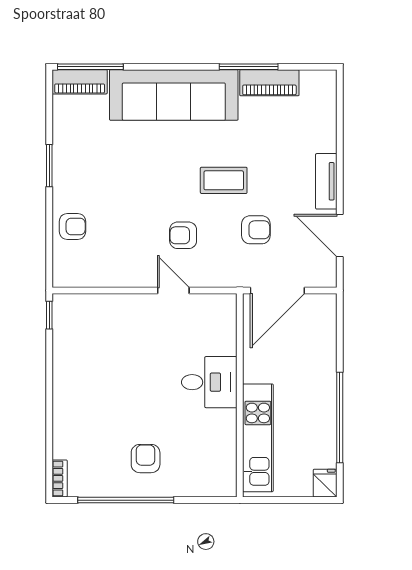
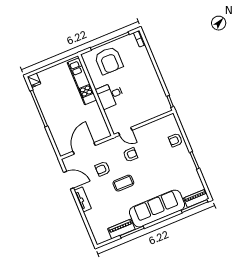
desk: (209, 382) -> (110, 95), moved
wall: (240, 395) -> (96, 95), moved
kitchen unit: (258, 438) -> (82, 81), moved
armchair: (146, 459) -> (109, 61), width x1.88, depth x1.88

